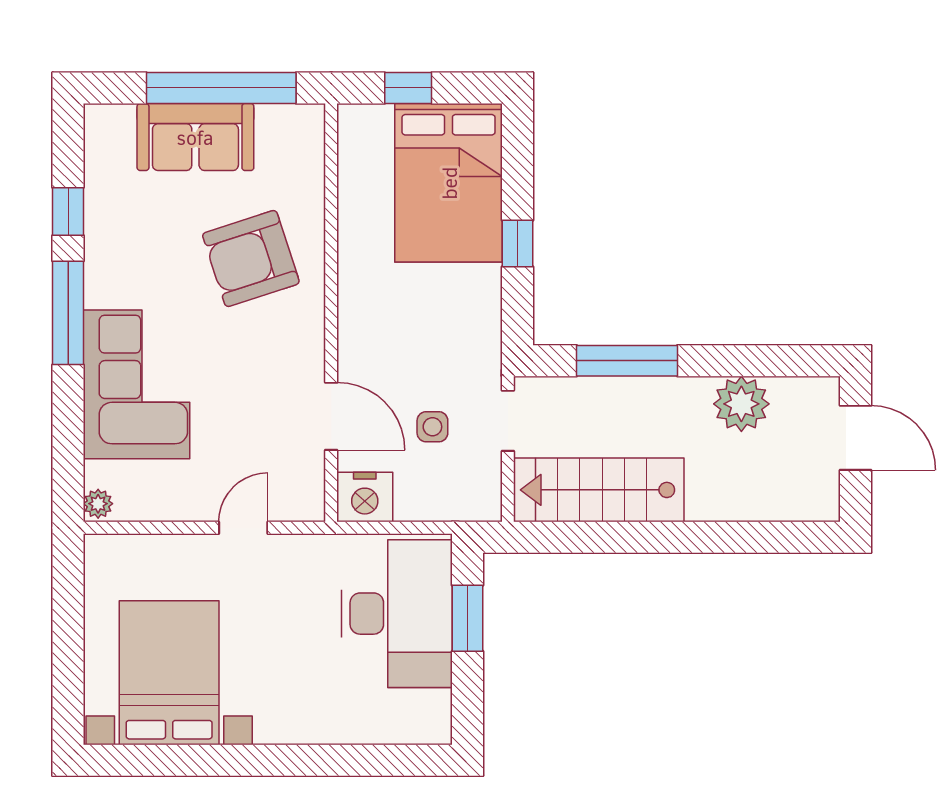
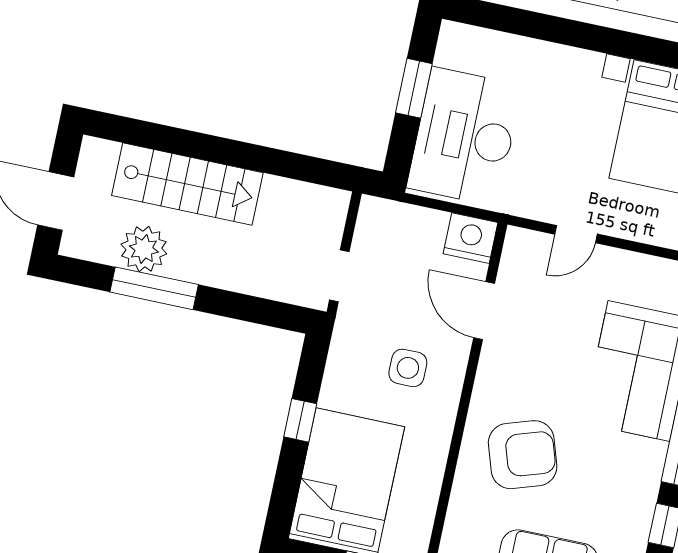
window: (627, 361) -> (154, 288), moved
side table: (432, 427) -> (408, 368), moved, width x1.37, depth x1.37
stairs: (599, 490) -> (187, 184), moved
window: (468, 618) -> (414, 88), moved

